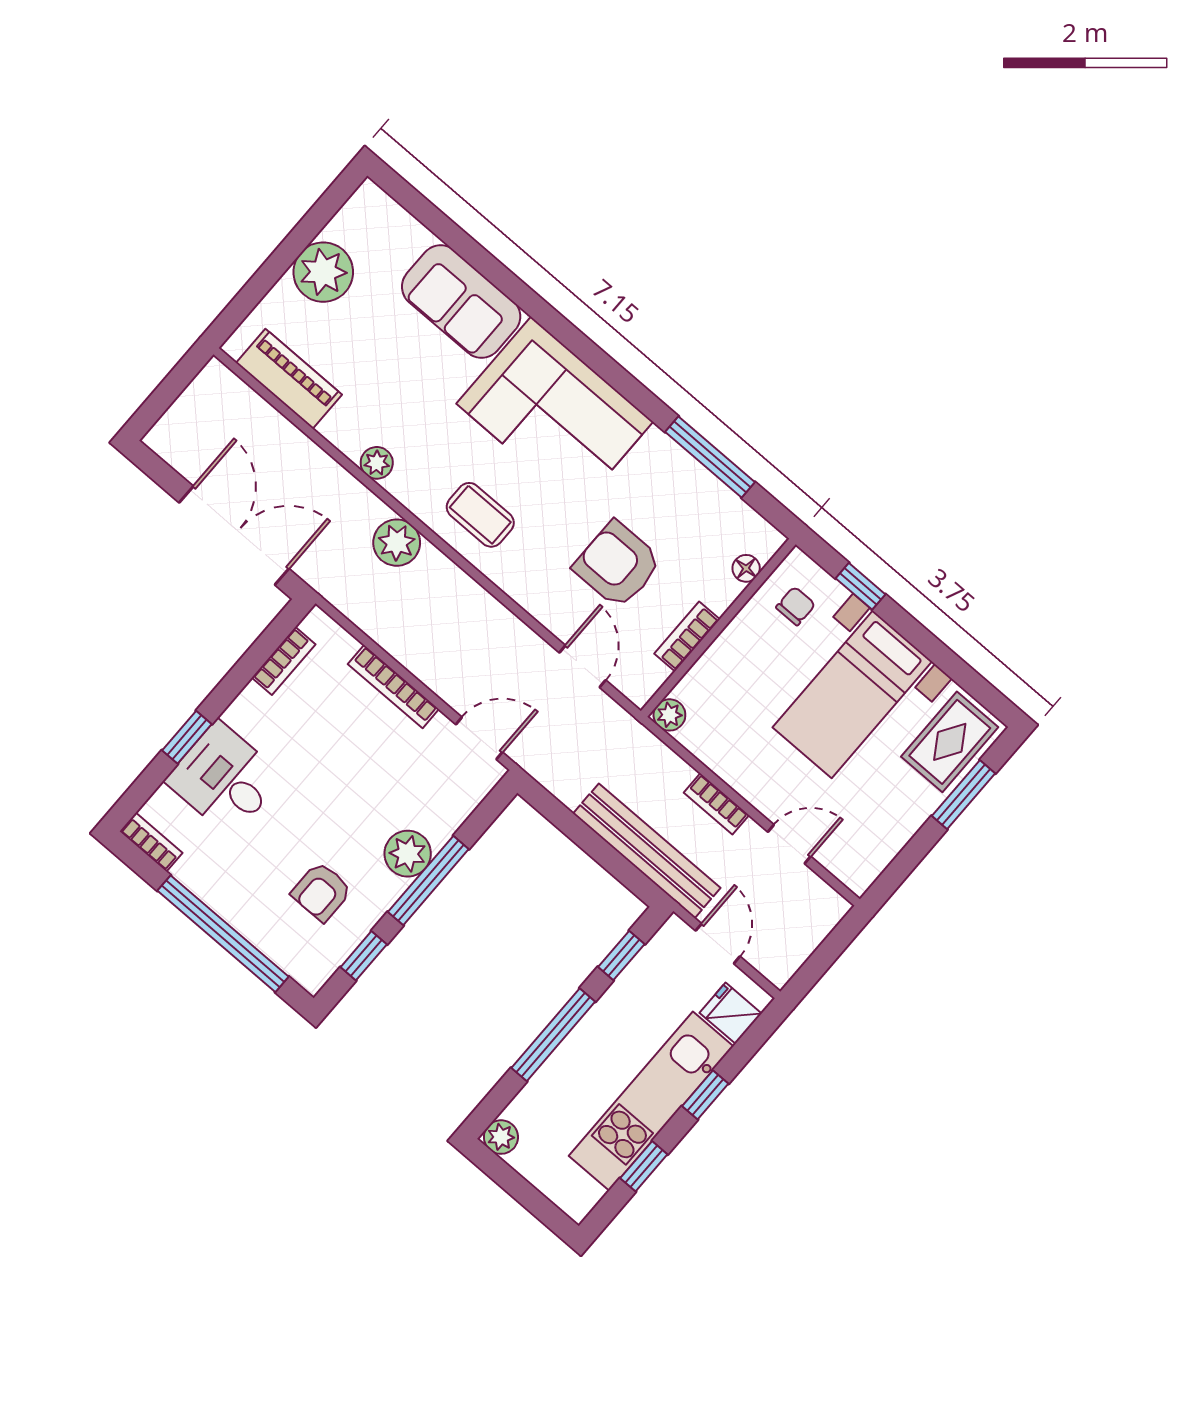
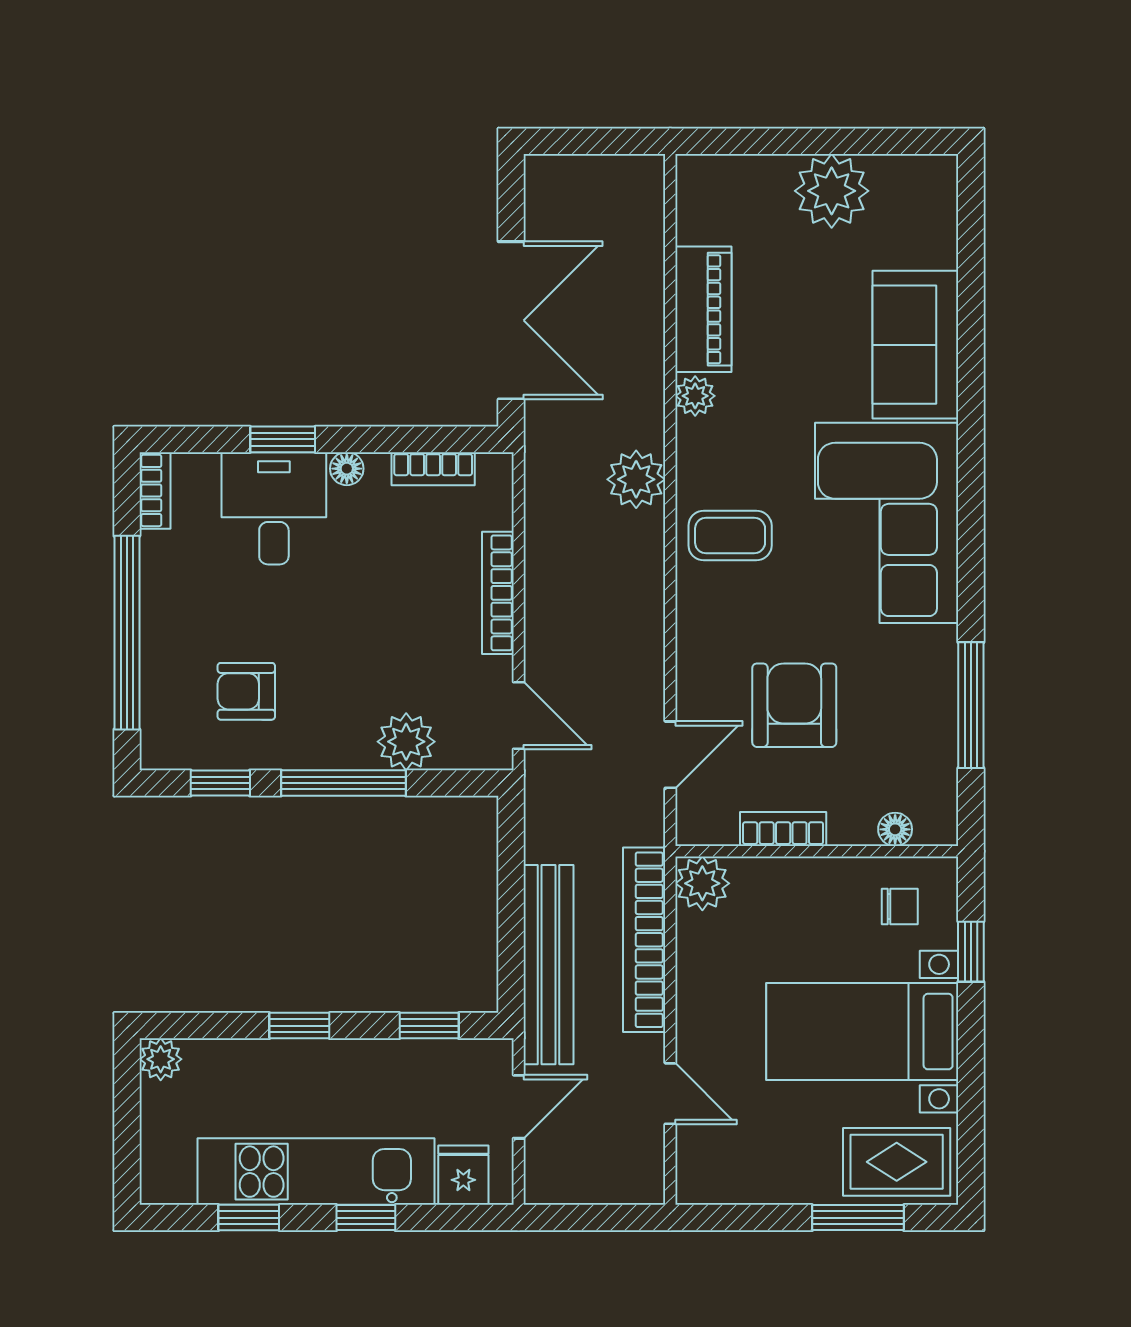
piano: (289, 379) -> (703, 309), moved
coffee table: (480, 515) -> (730, 536), turned 90
floor lamp: (238, 714) -> (347, 469), added
plant: (669, 715) -> (702, 883), width x1.38, depth x1.38
bookcase: (716, 804) -> (644, 940), width x2.31, depth x1.31
plant: (408, 854) -> (406, 742), moved
window: (553, 1035) -> (299, 1026), width x0.46

